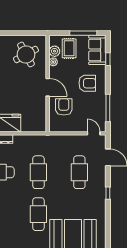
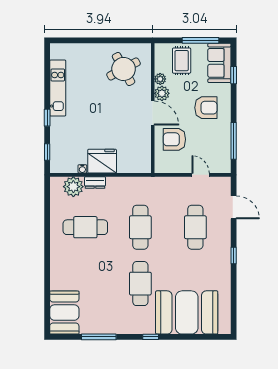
plant: (55, 51) -> (162, 93), moved
armchair: (64, 107) -> (174, 139), turned -90
door: (94, 133) -> (201, 175), moved

